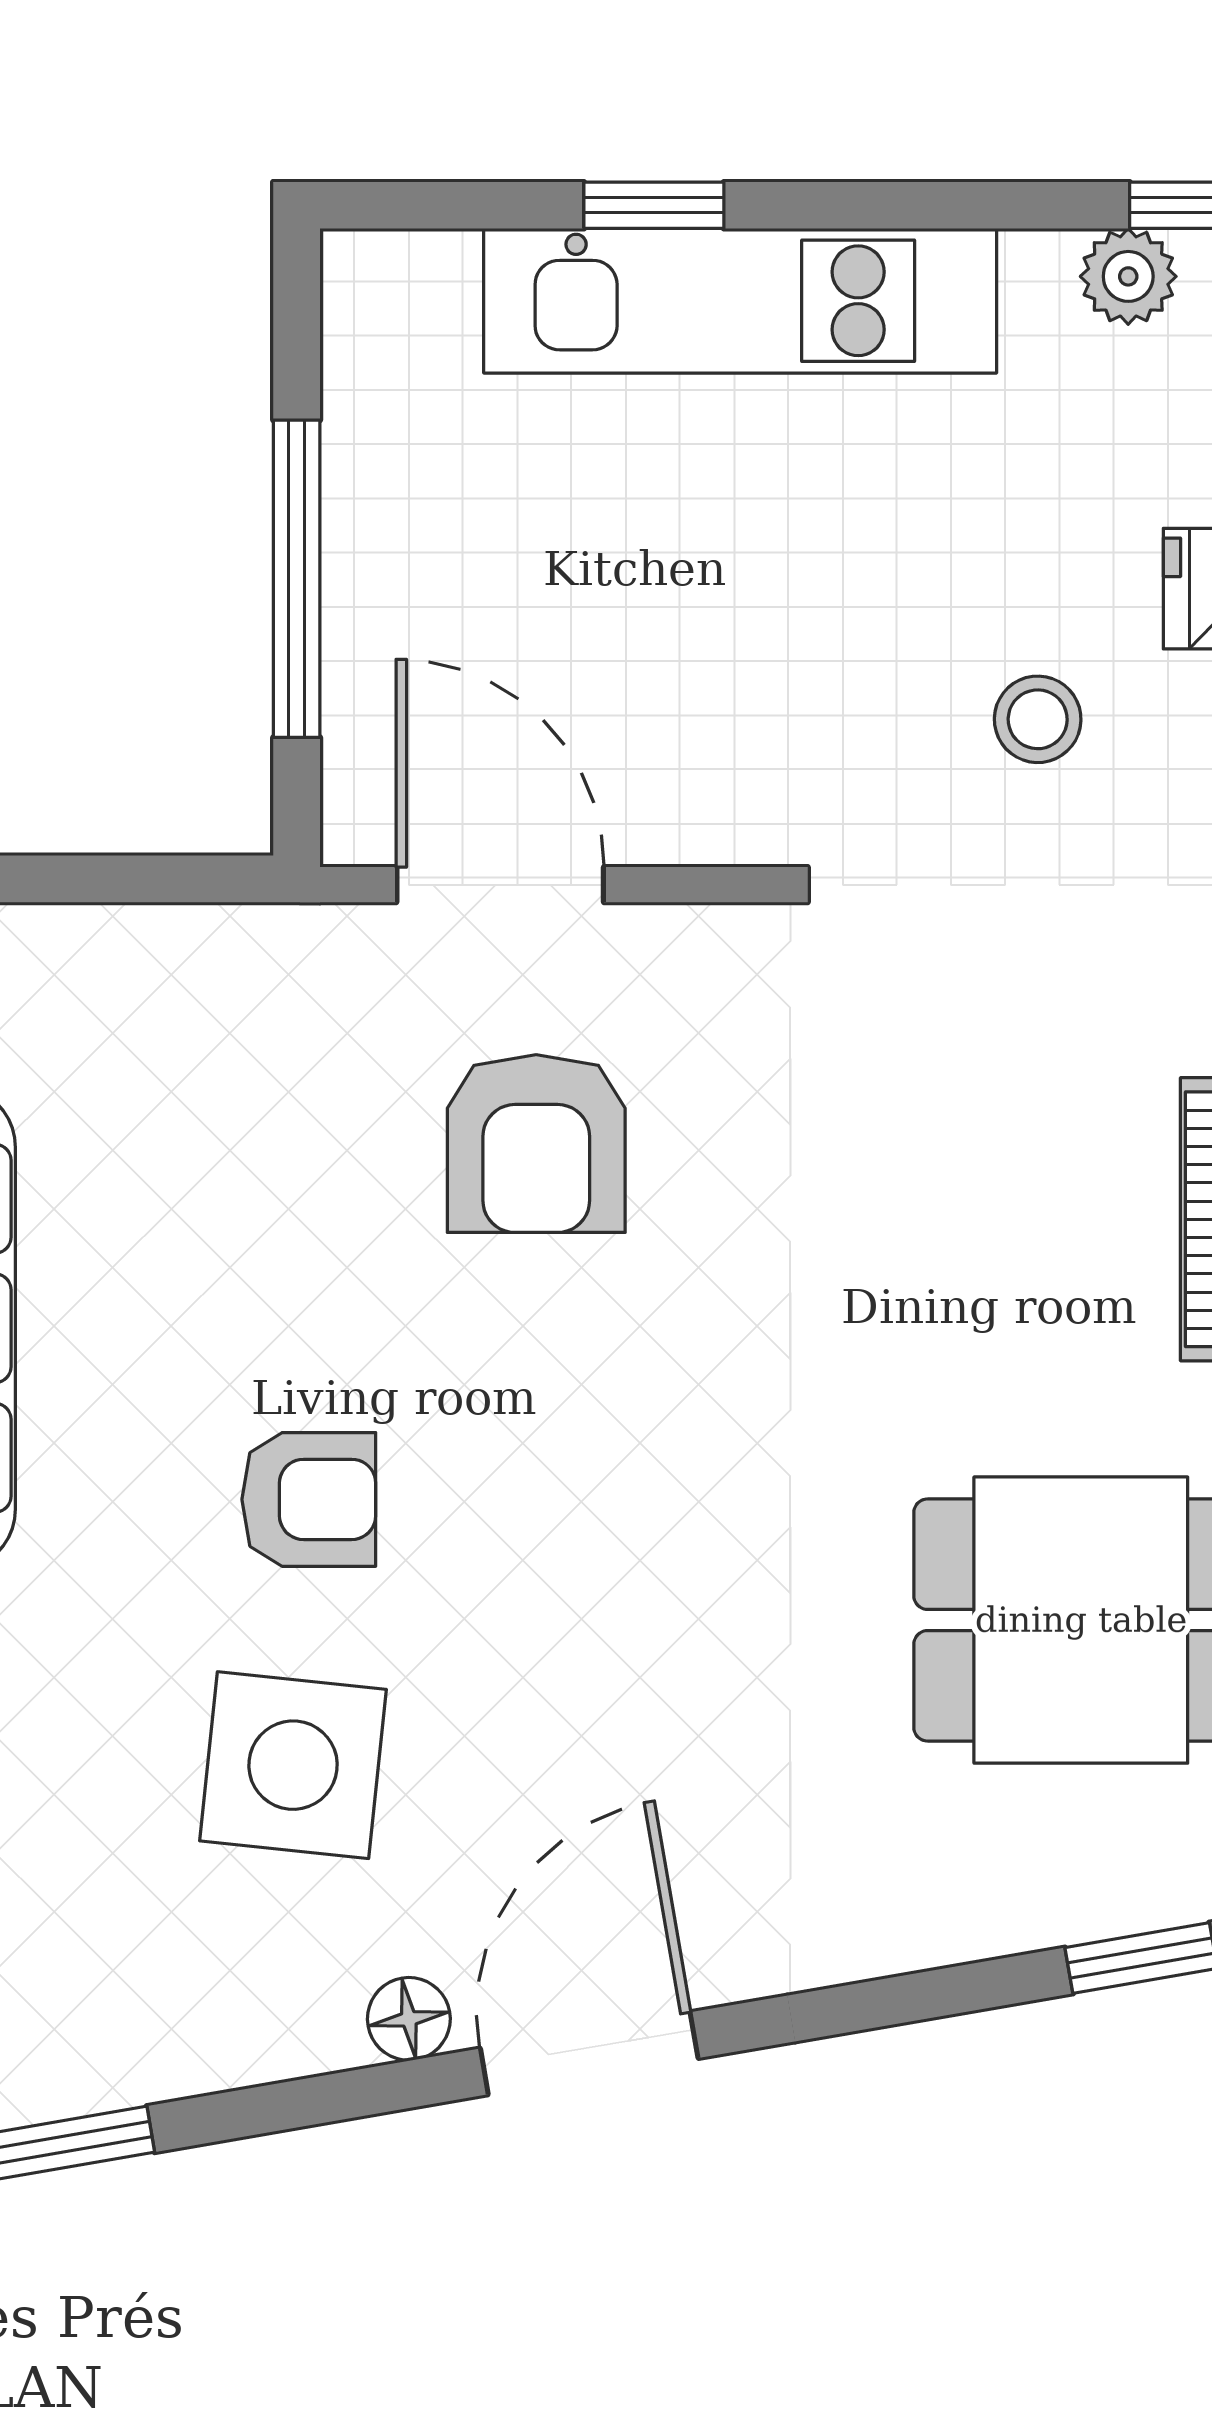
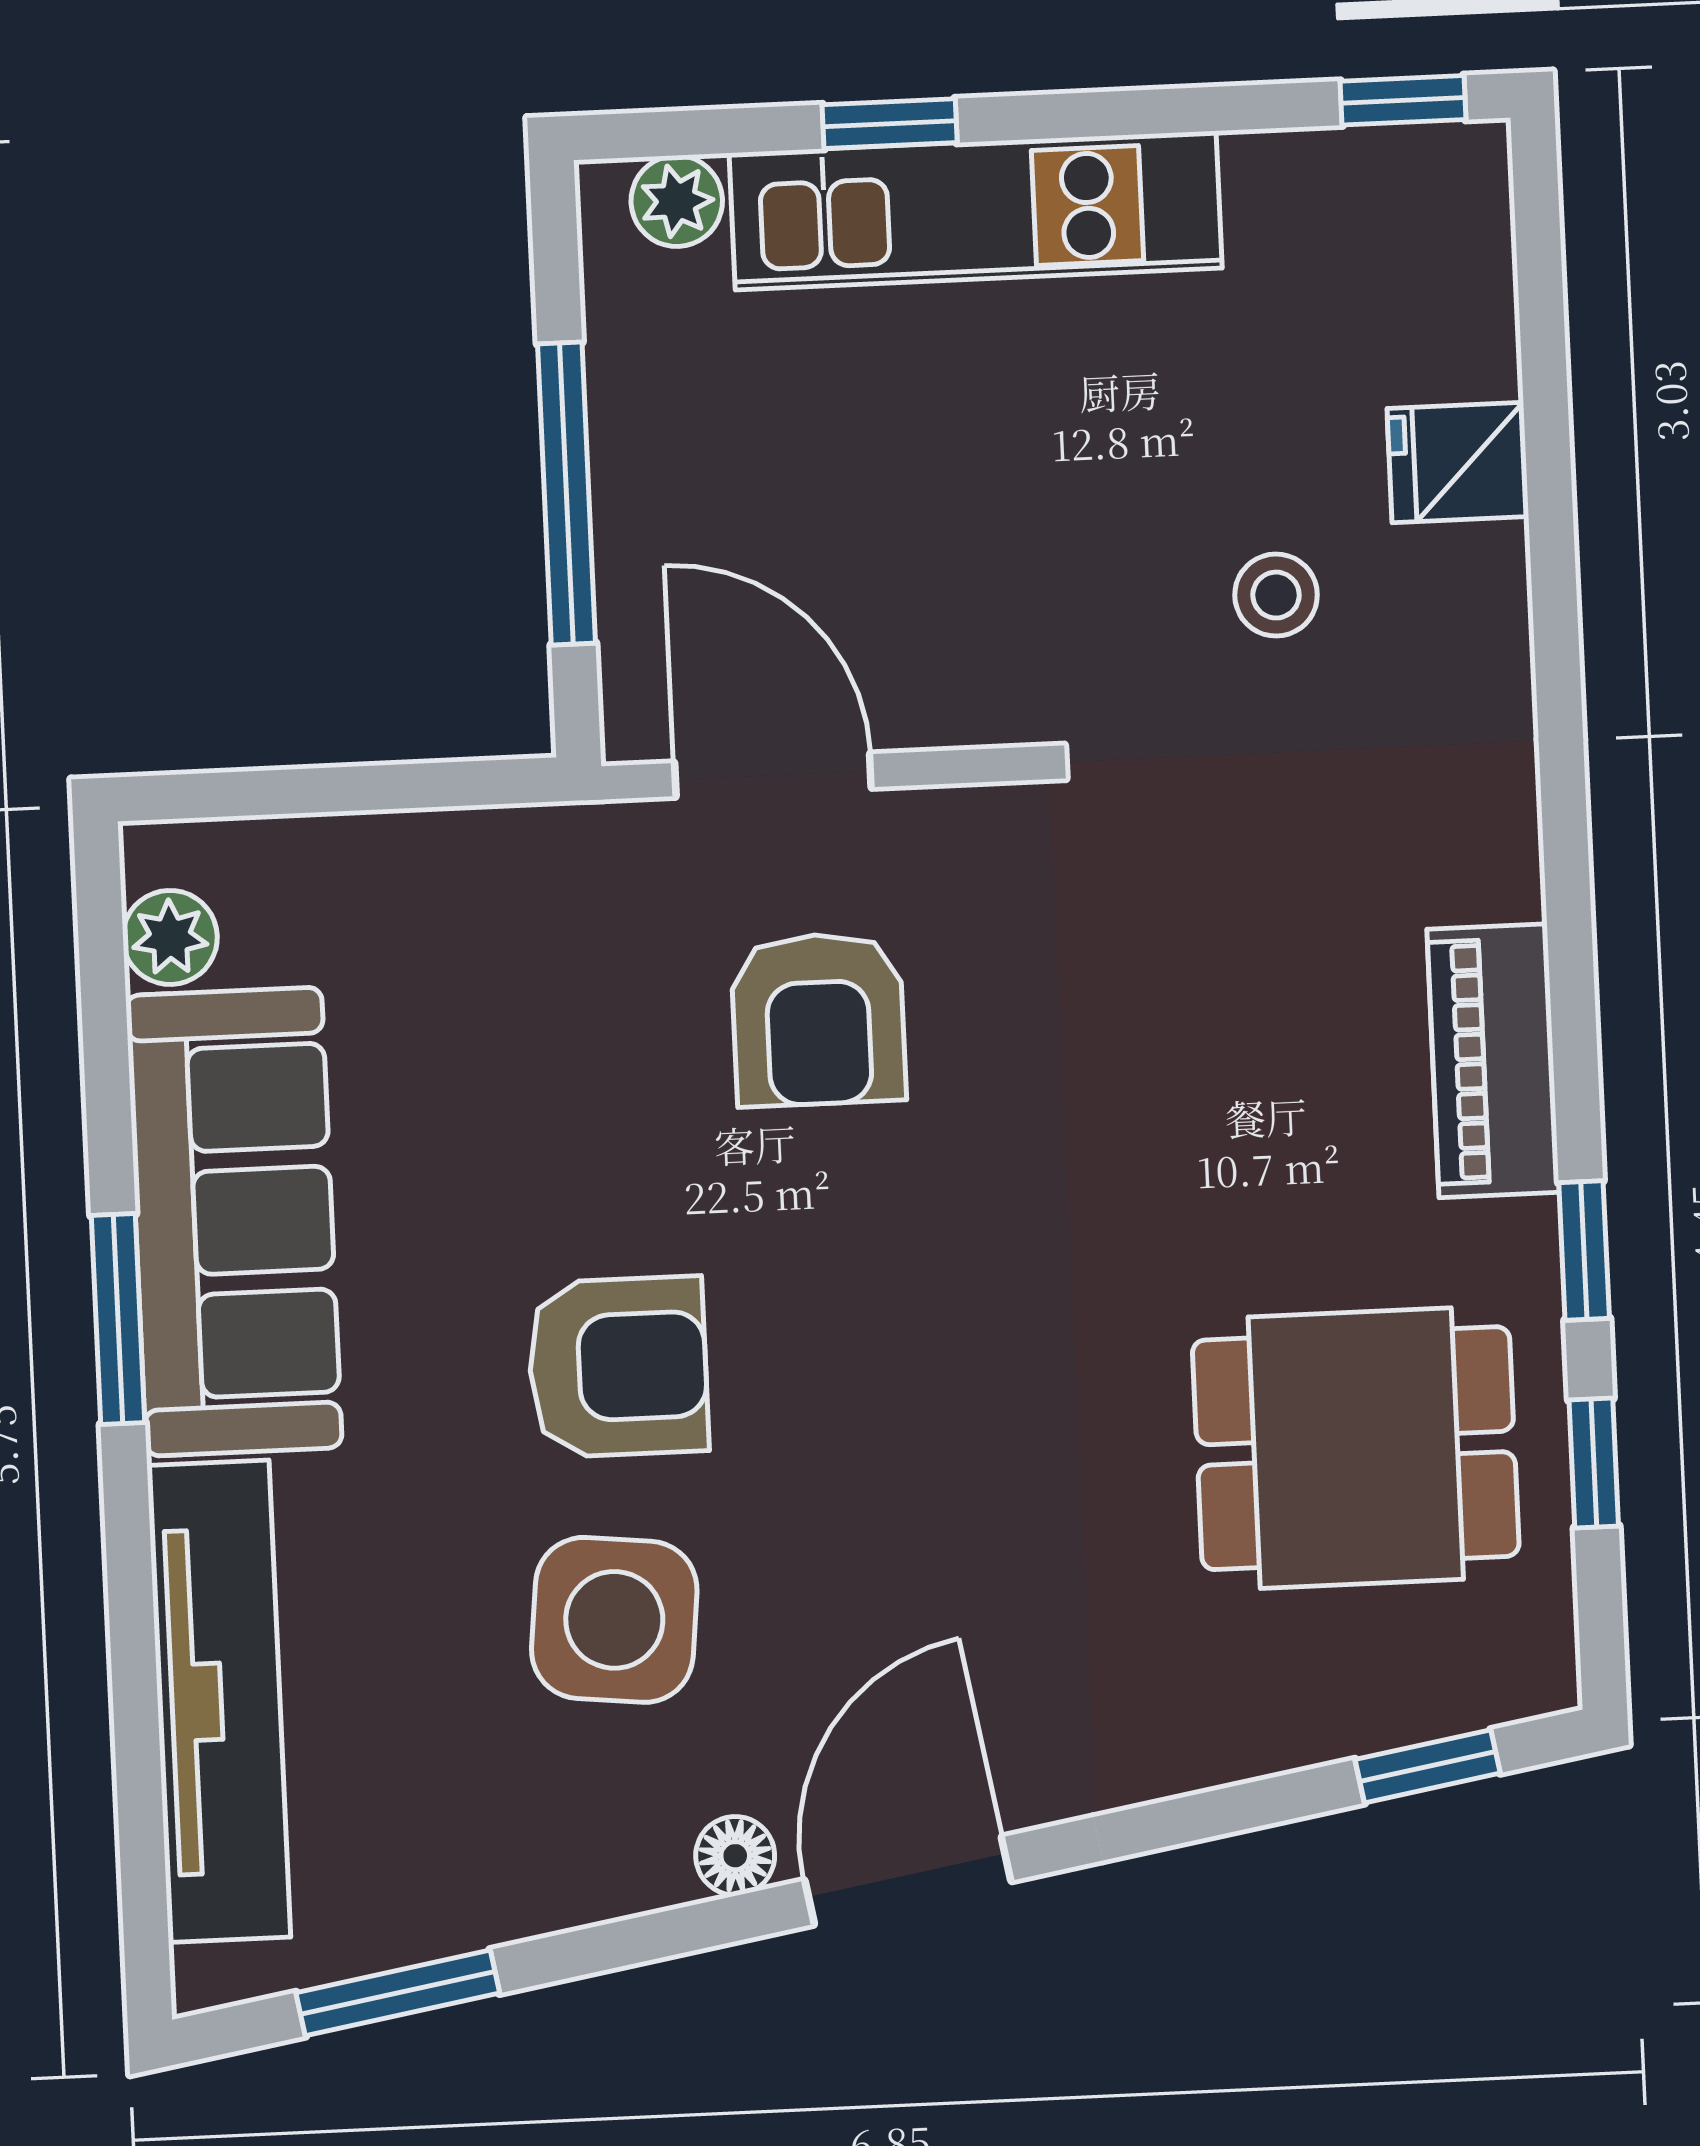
plant: (1128, 276) -> (677, 201), moved
armchair: (309, 1499) -> (618, 1367), width x1.38, depth x1.38

